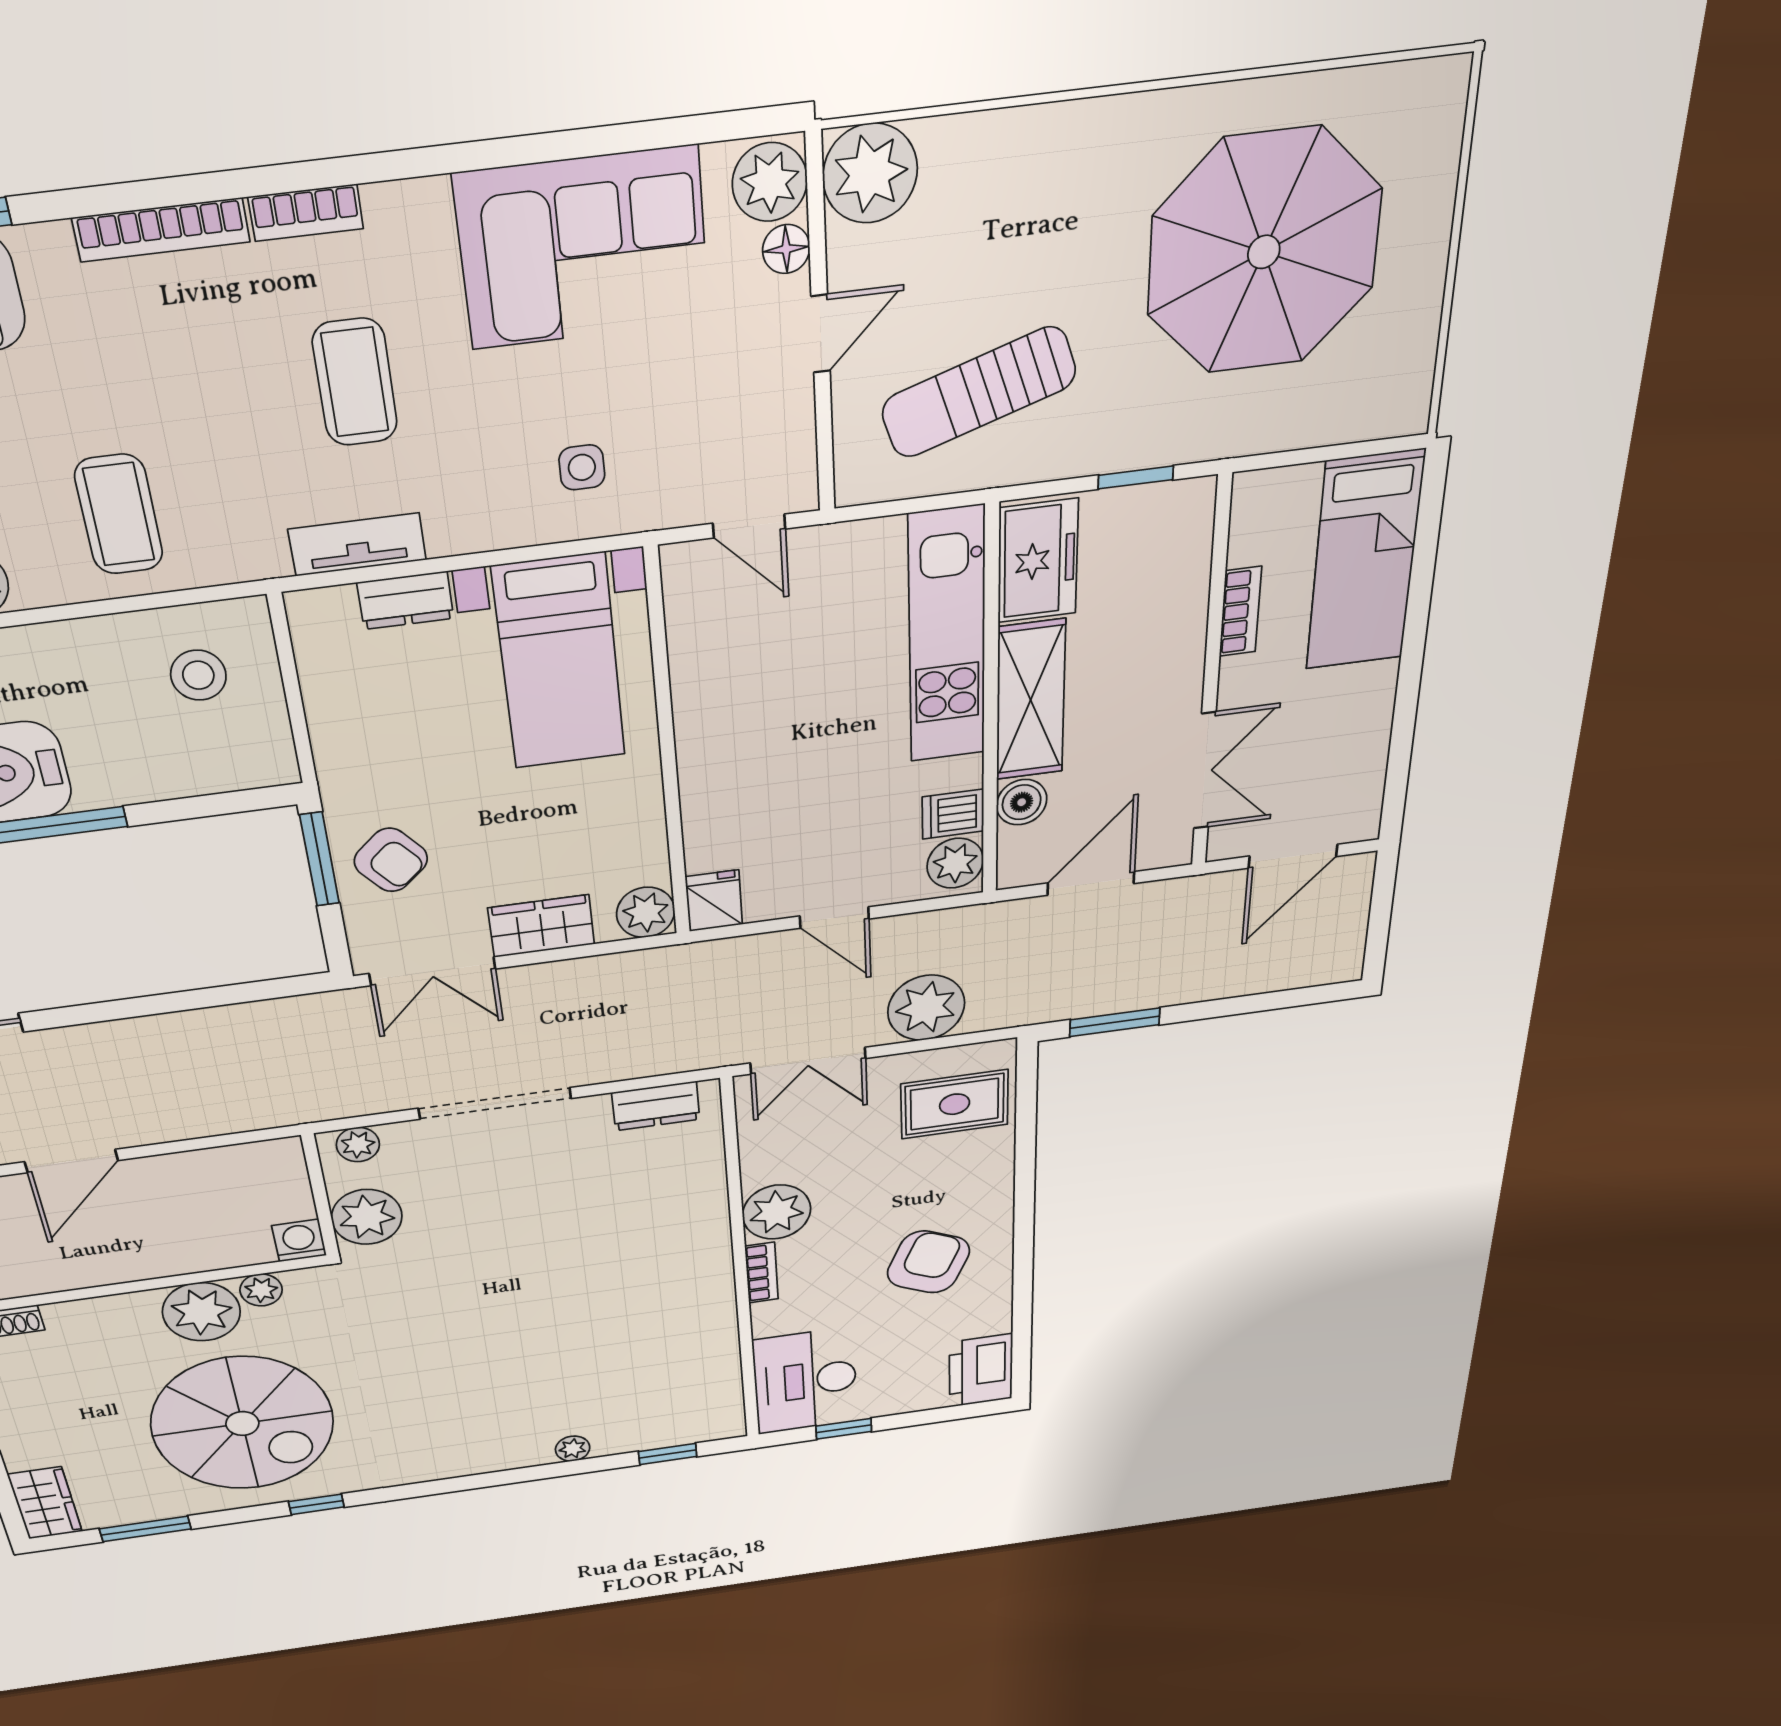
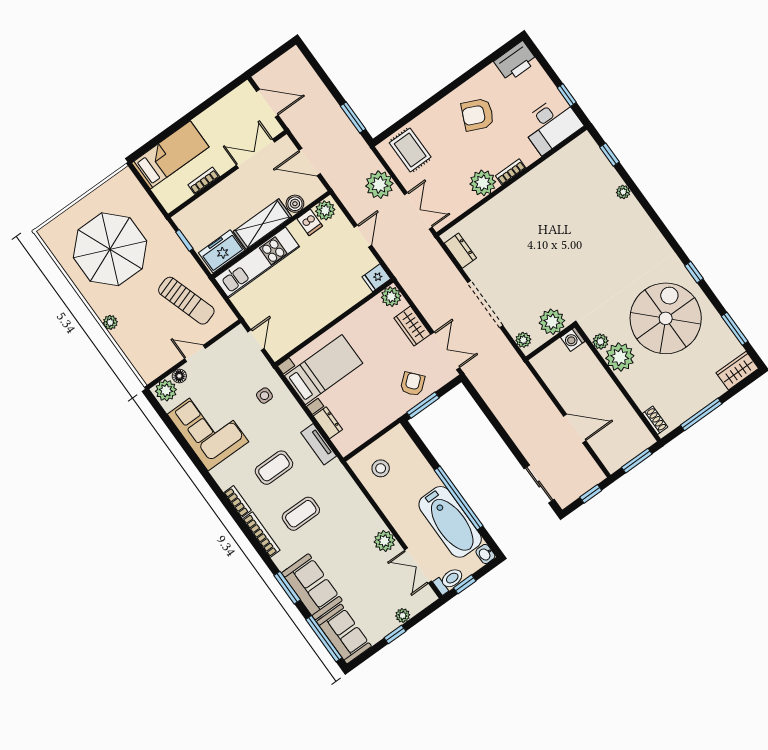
plant: (870, 173) -> (110, 322), moved, width x0.53, depth x0.53
coffee table: (119, 514) -> (301, 514), moved

